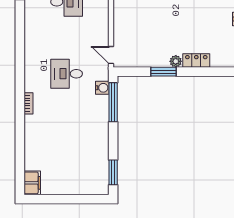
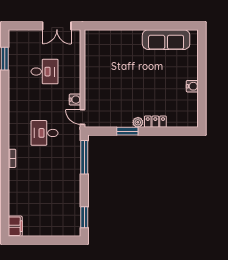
water cooler: (102, 88) -> (75, 100), moved

